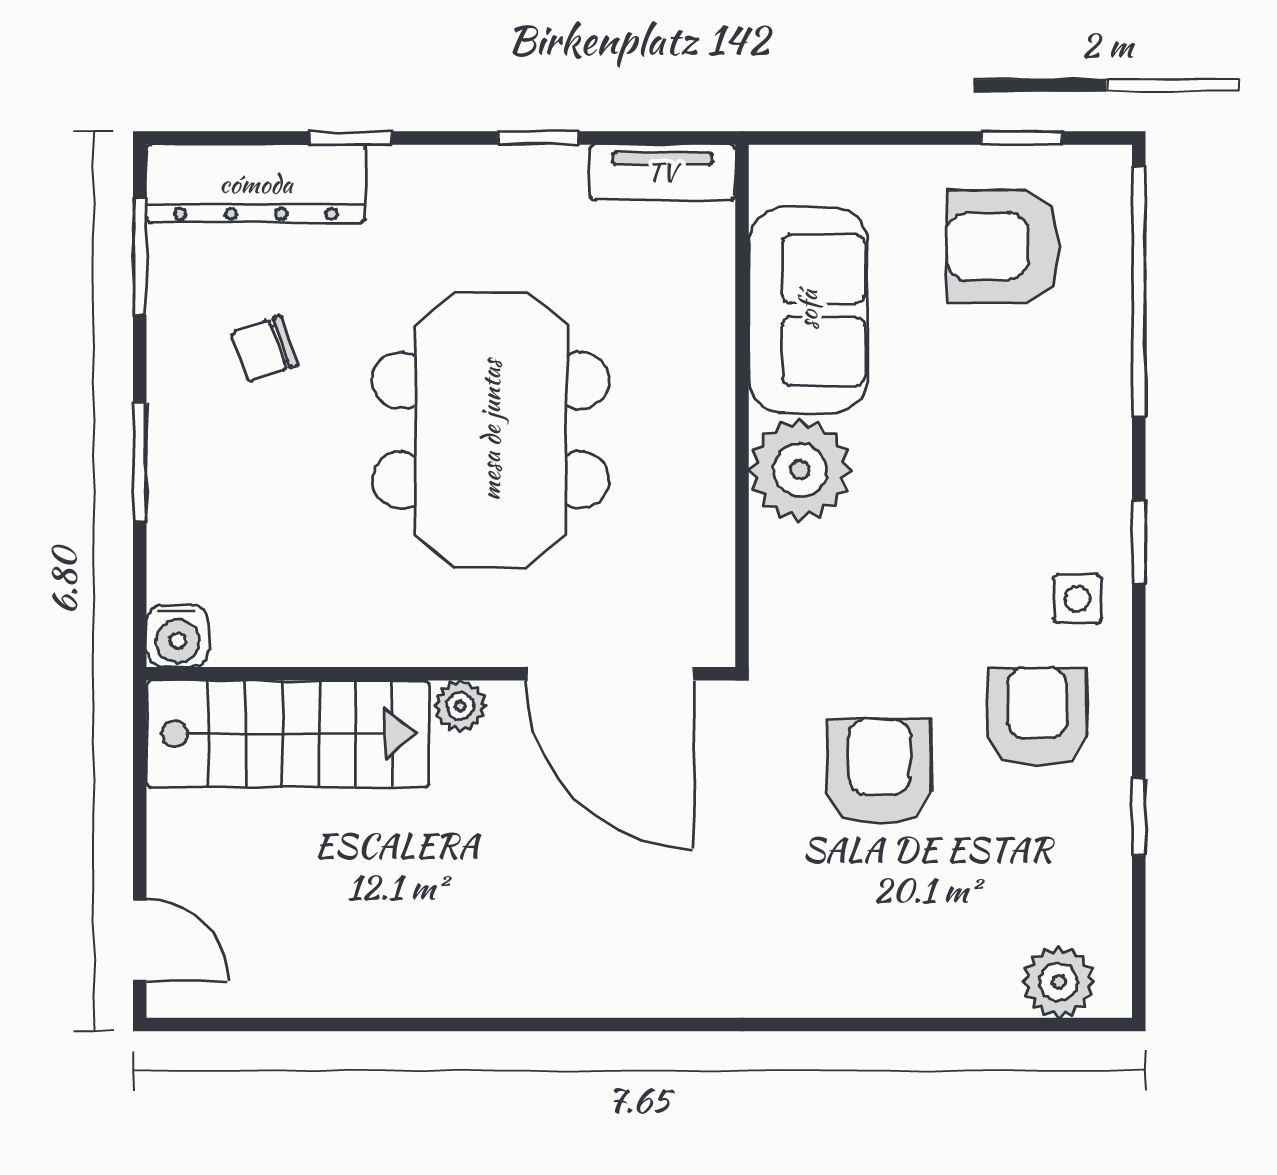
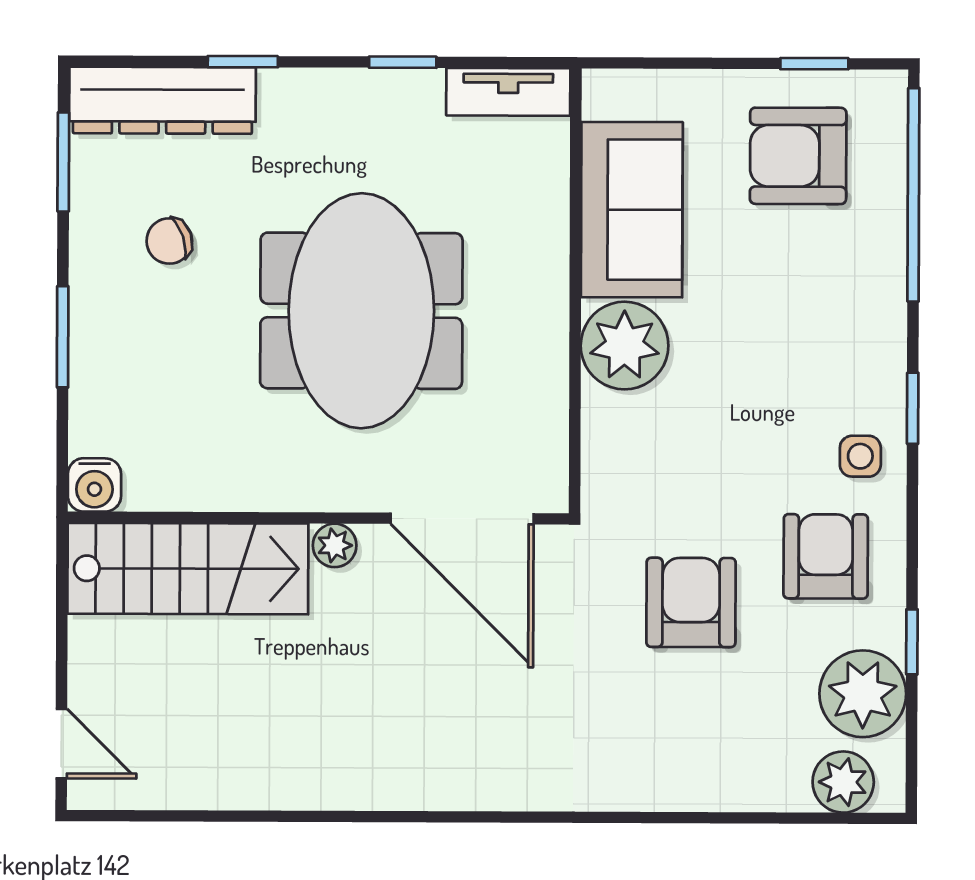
plant: (1081, 878) -> (863, 694), added

